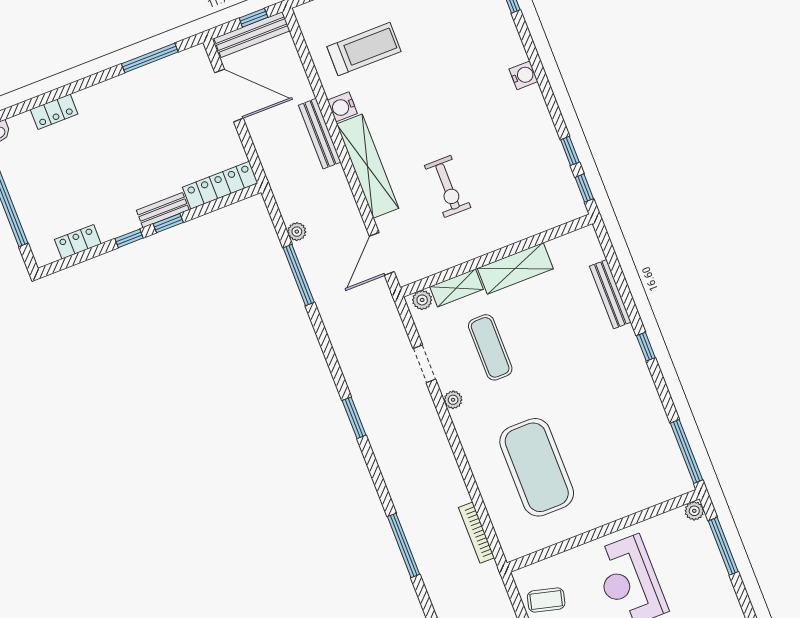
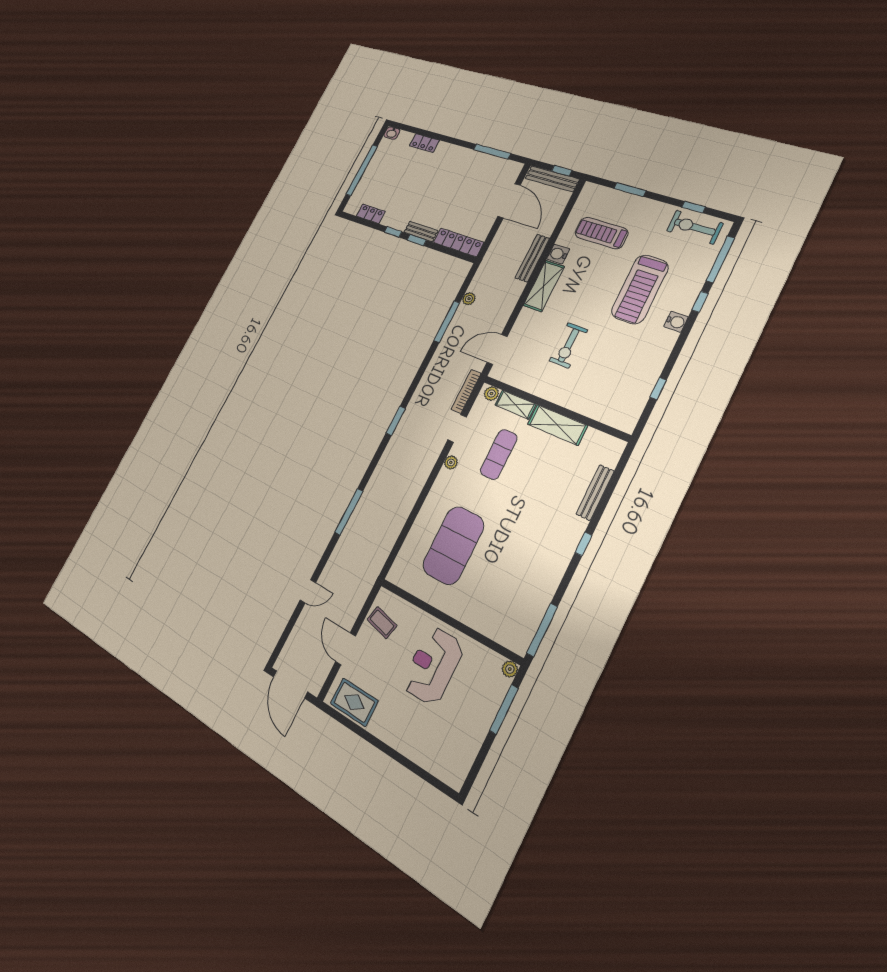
treadmill: (364, 49) -> (601, 233), turned 180
treadmill: (459, 73) -> (640, 289), added
shelving: (368, 166) -> (544, 286), width x0.68
window: (584, 188) -> (700, 302), moved
bookcase: (476, 533) -> (466, 391), moved

